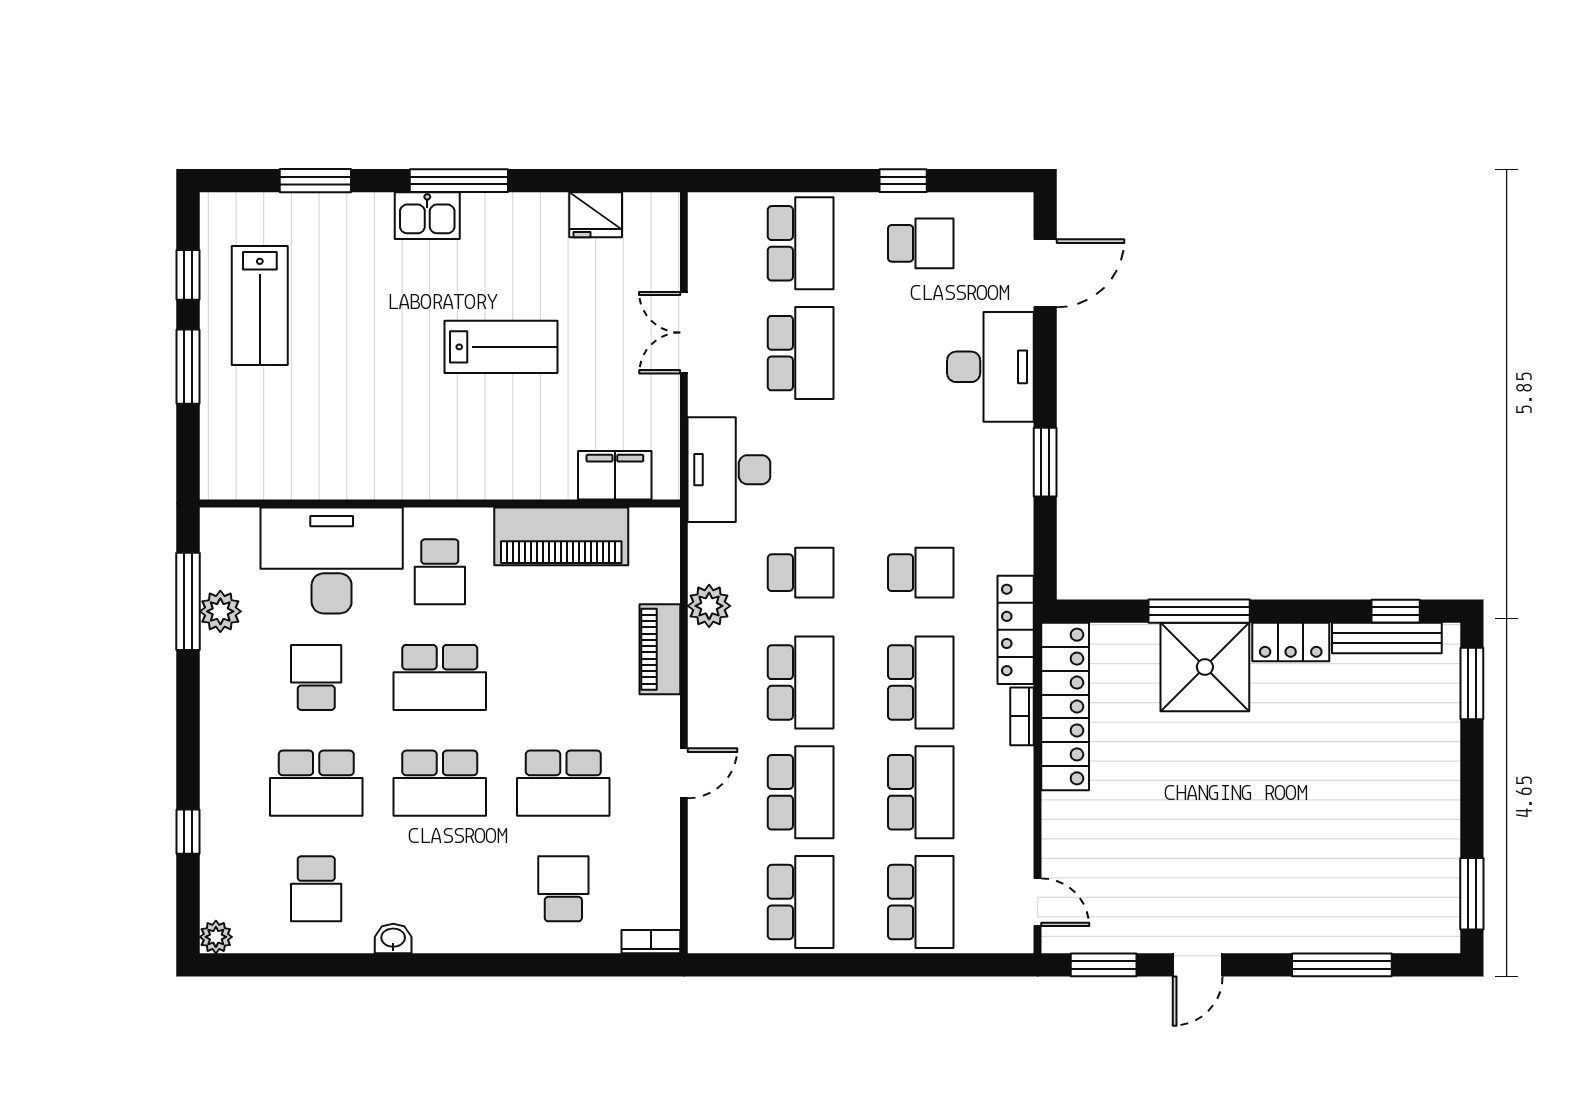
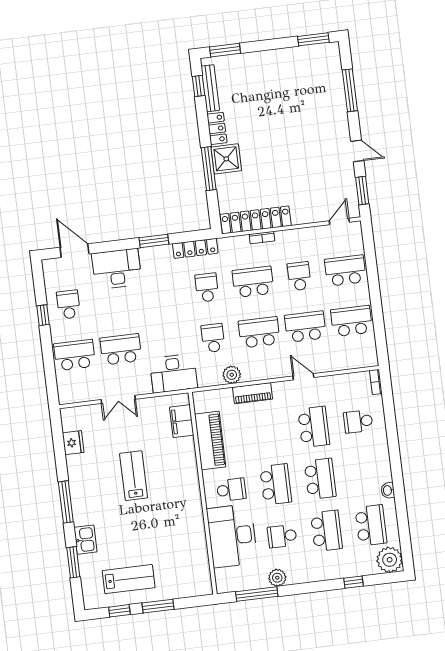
kitchen sink: (427, 216) -> (85, 540), moved
plant: (220, 611) -> (277, 578), moved
locker: (1016, 630) -> (195, 248), moved
shower: (1205, 667) -> (226, 159), width x0.73, depth x0.73
school desk: (921, 792) -> (299, 276), width x0.54
school desk: (316, 889) -> (371, 525), width x1.85
plant: (216, 937) -> (390, 560), width x1.88, depth x1.88

